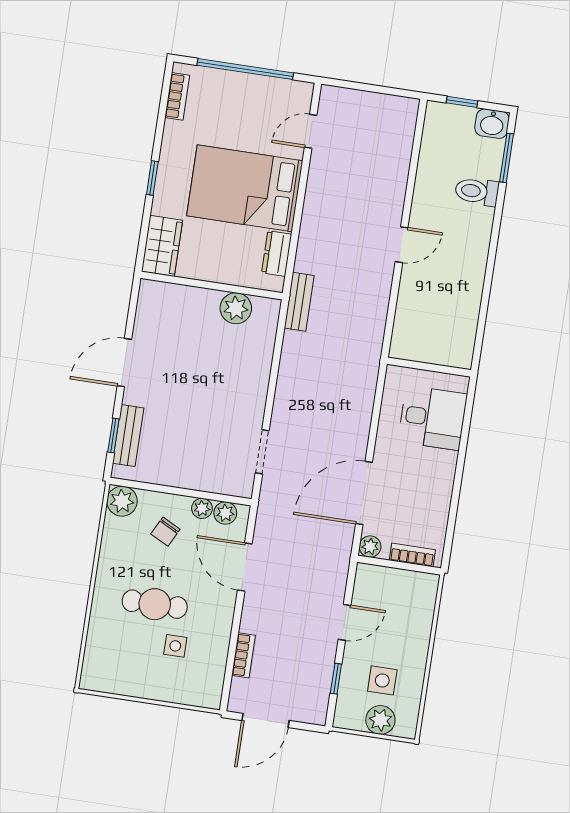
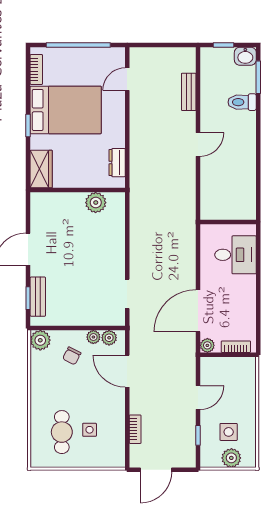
bed: (245, 188) -> (66, 110), moved, turned 180
bench: (299, 302) -> (189, 92), moved
cafe table: (155, 604) -> (62, 432), moved, turned 90

